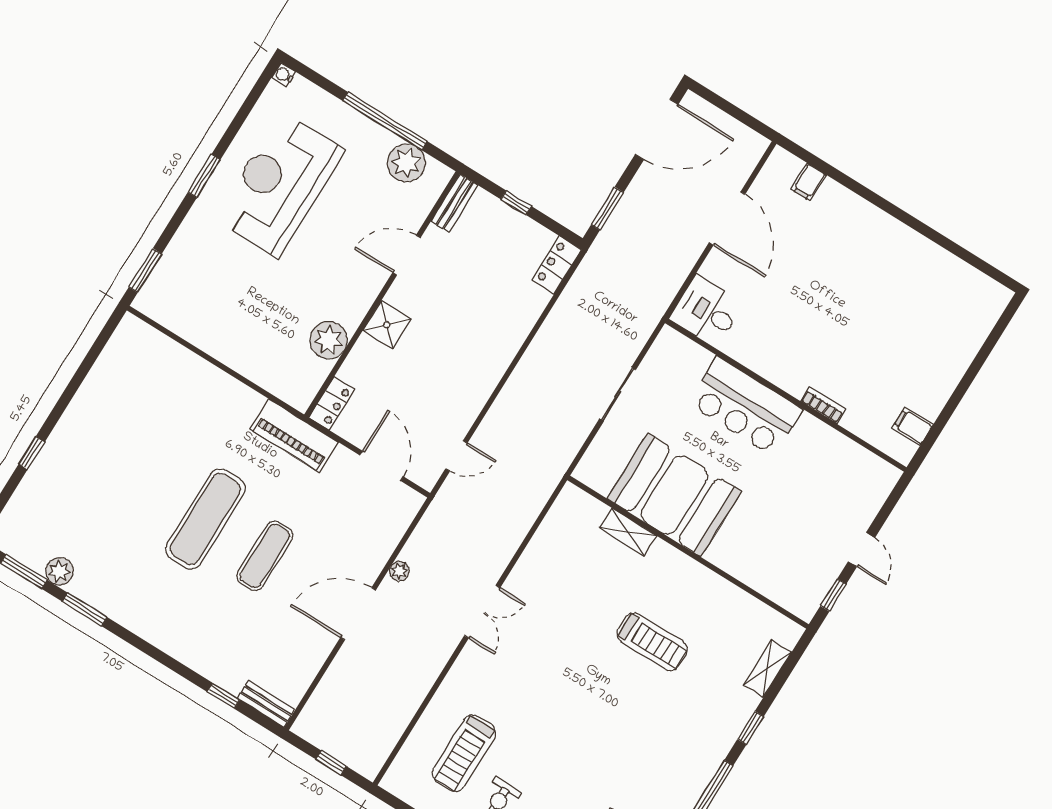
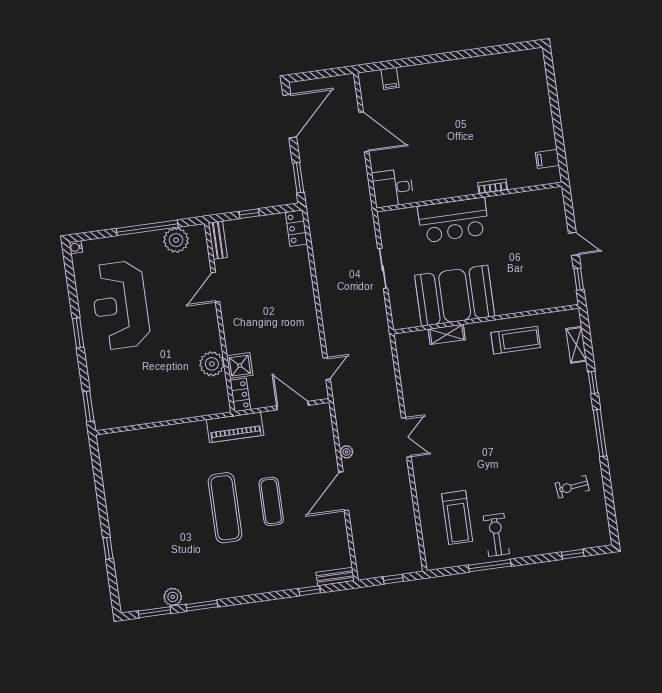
shower: (387, 325) -> (240, 366), moved
treadmill: (652, 642) -> (516, 340), moved

